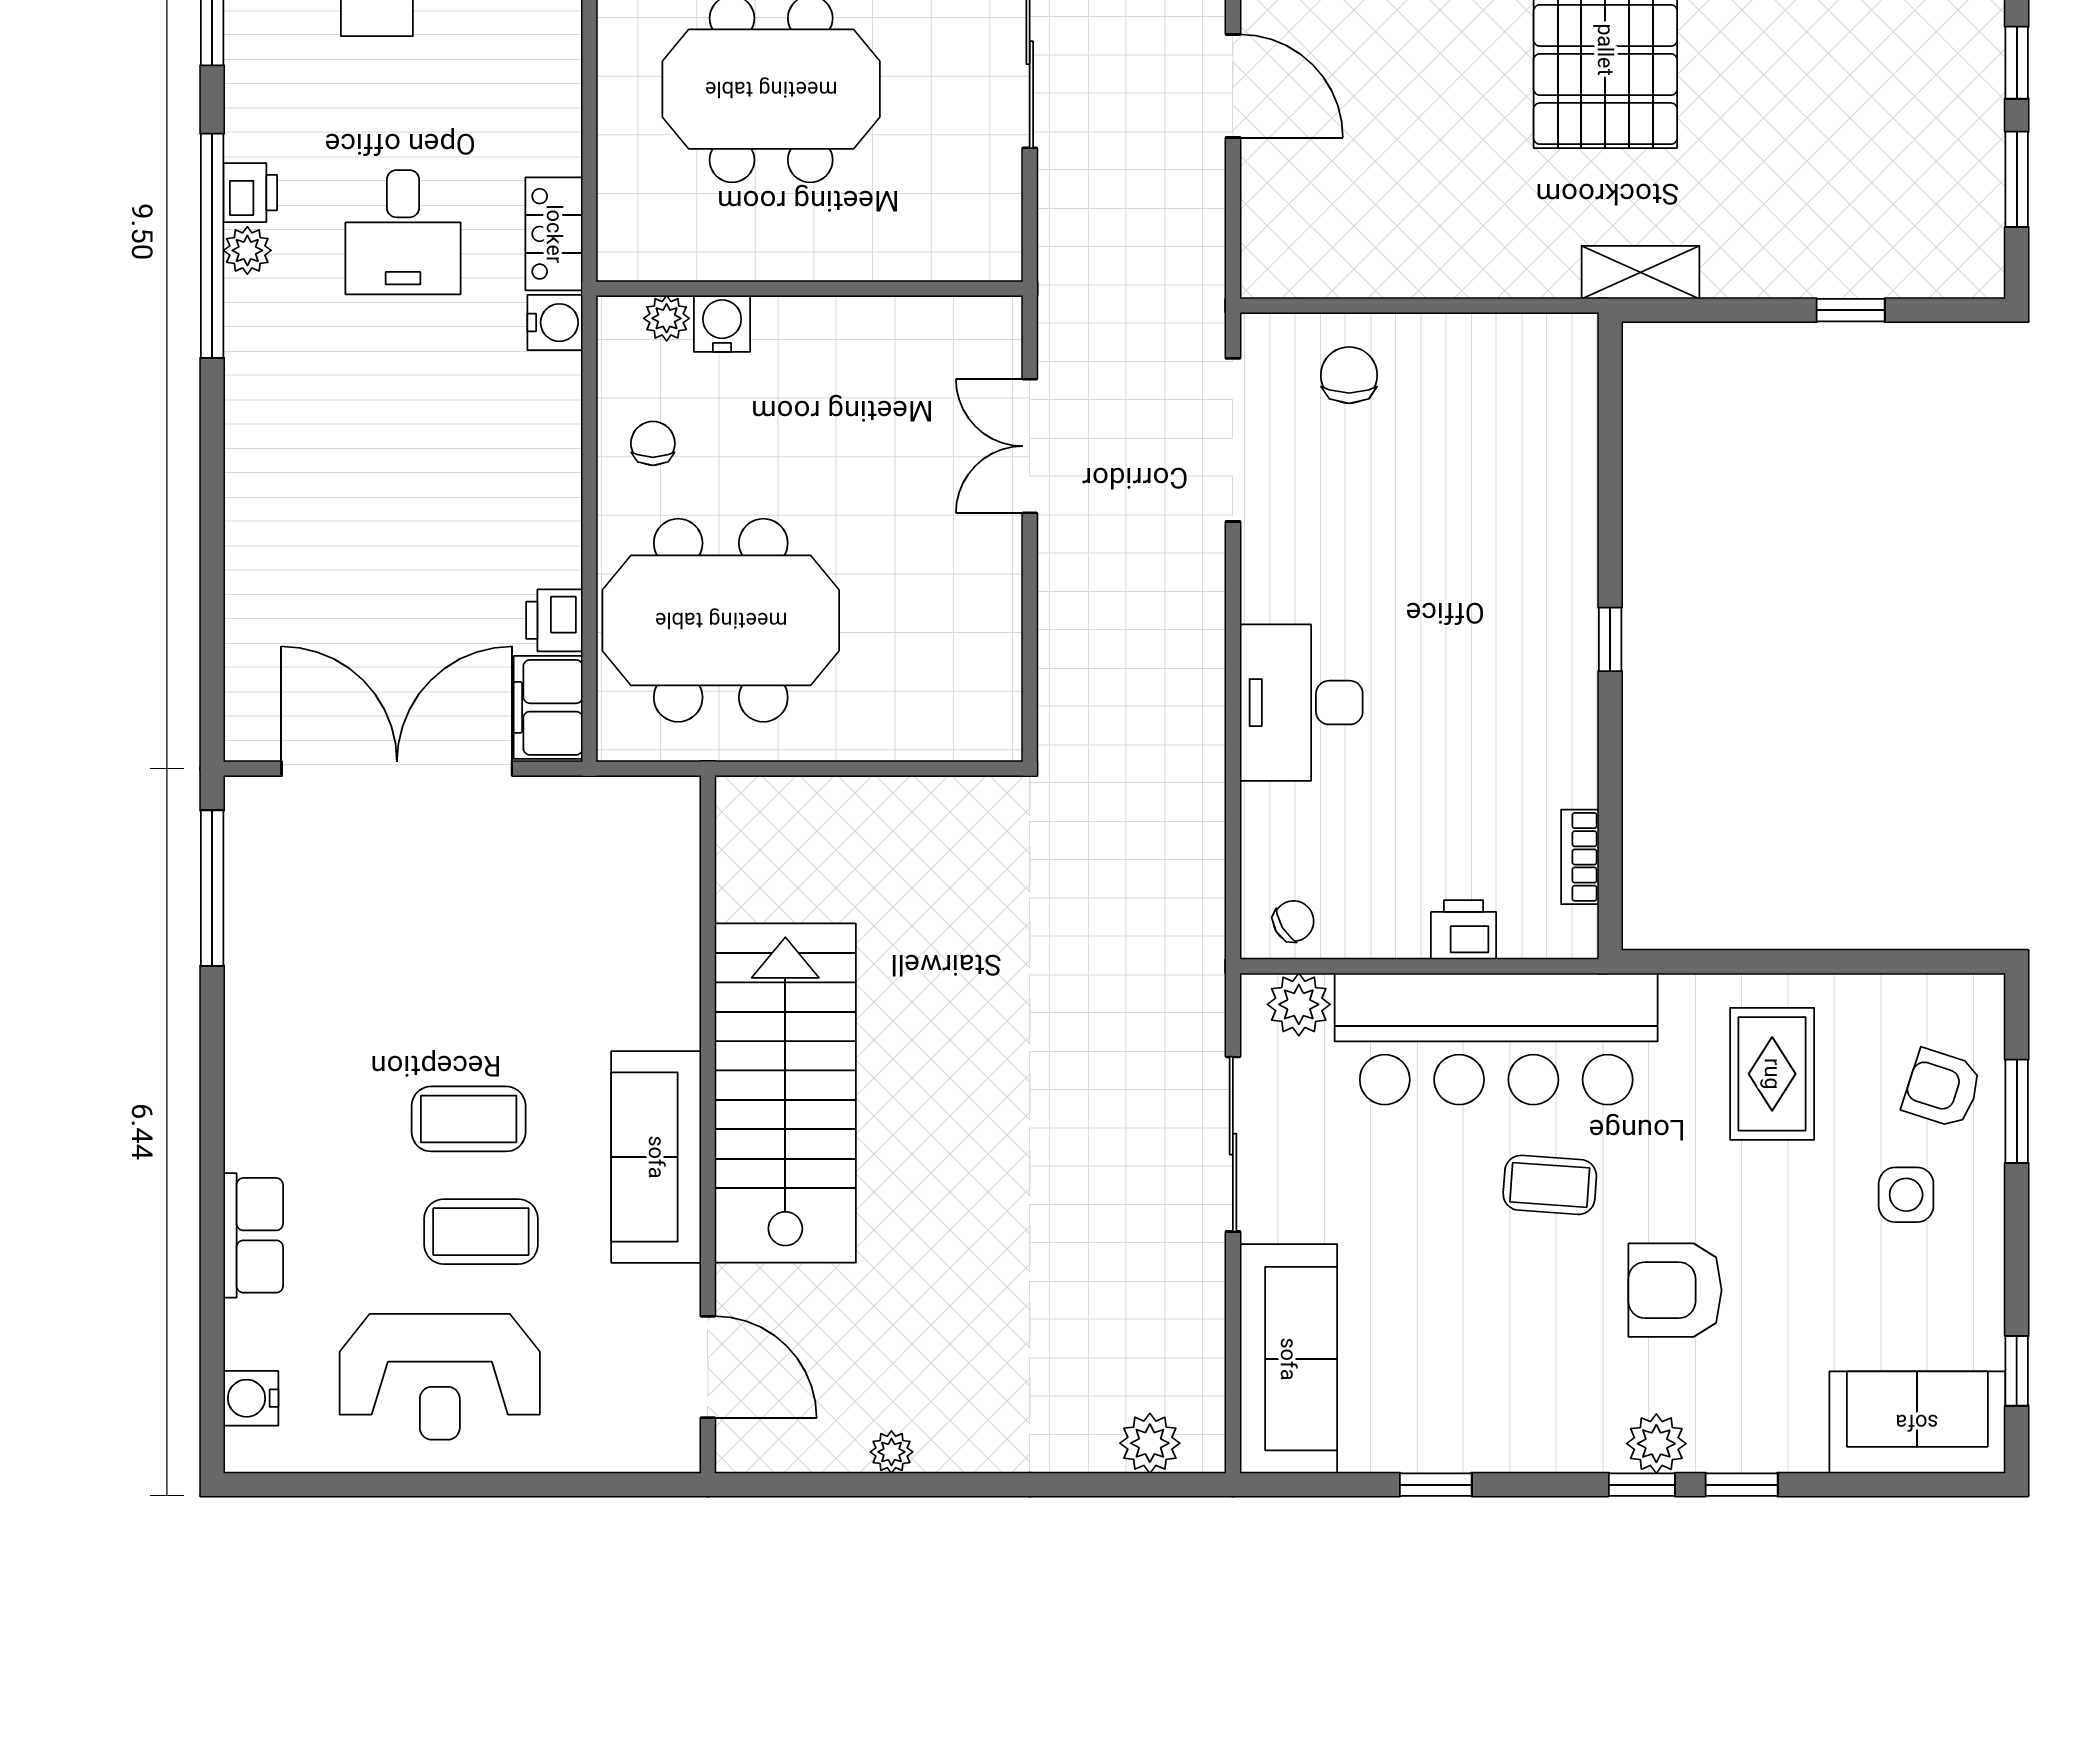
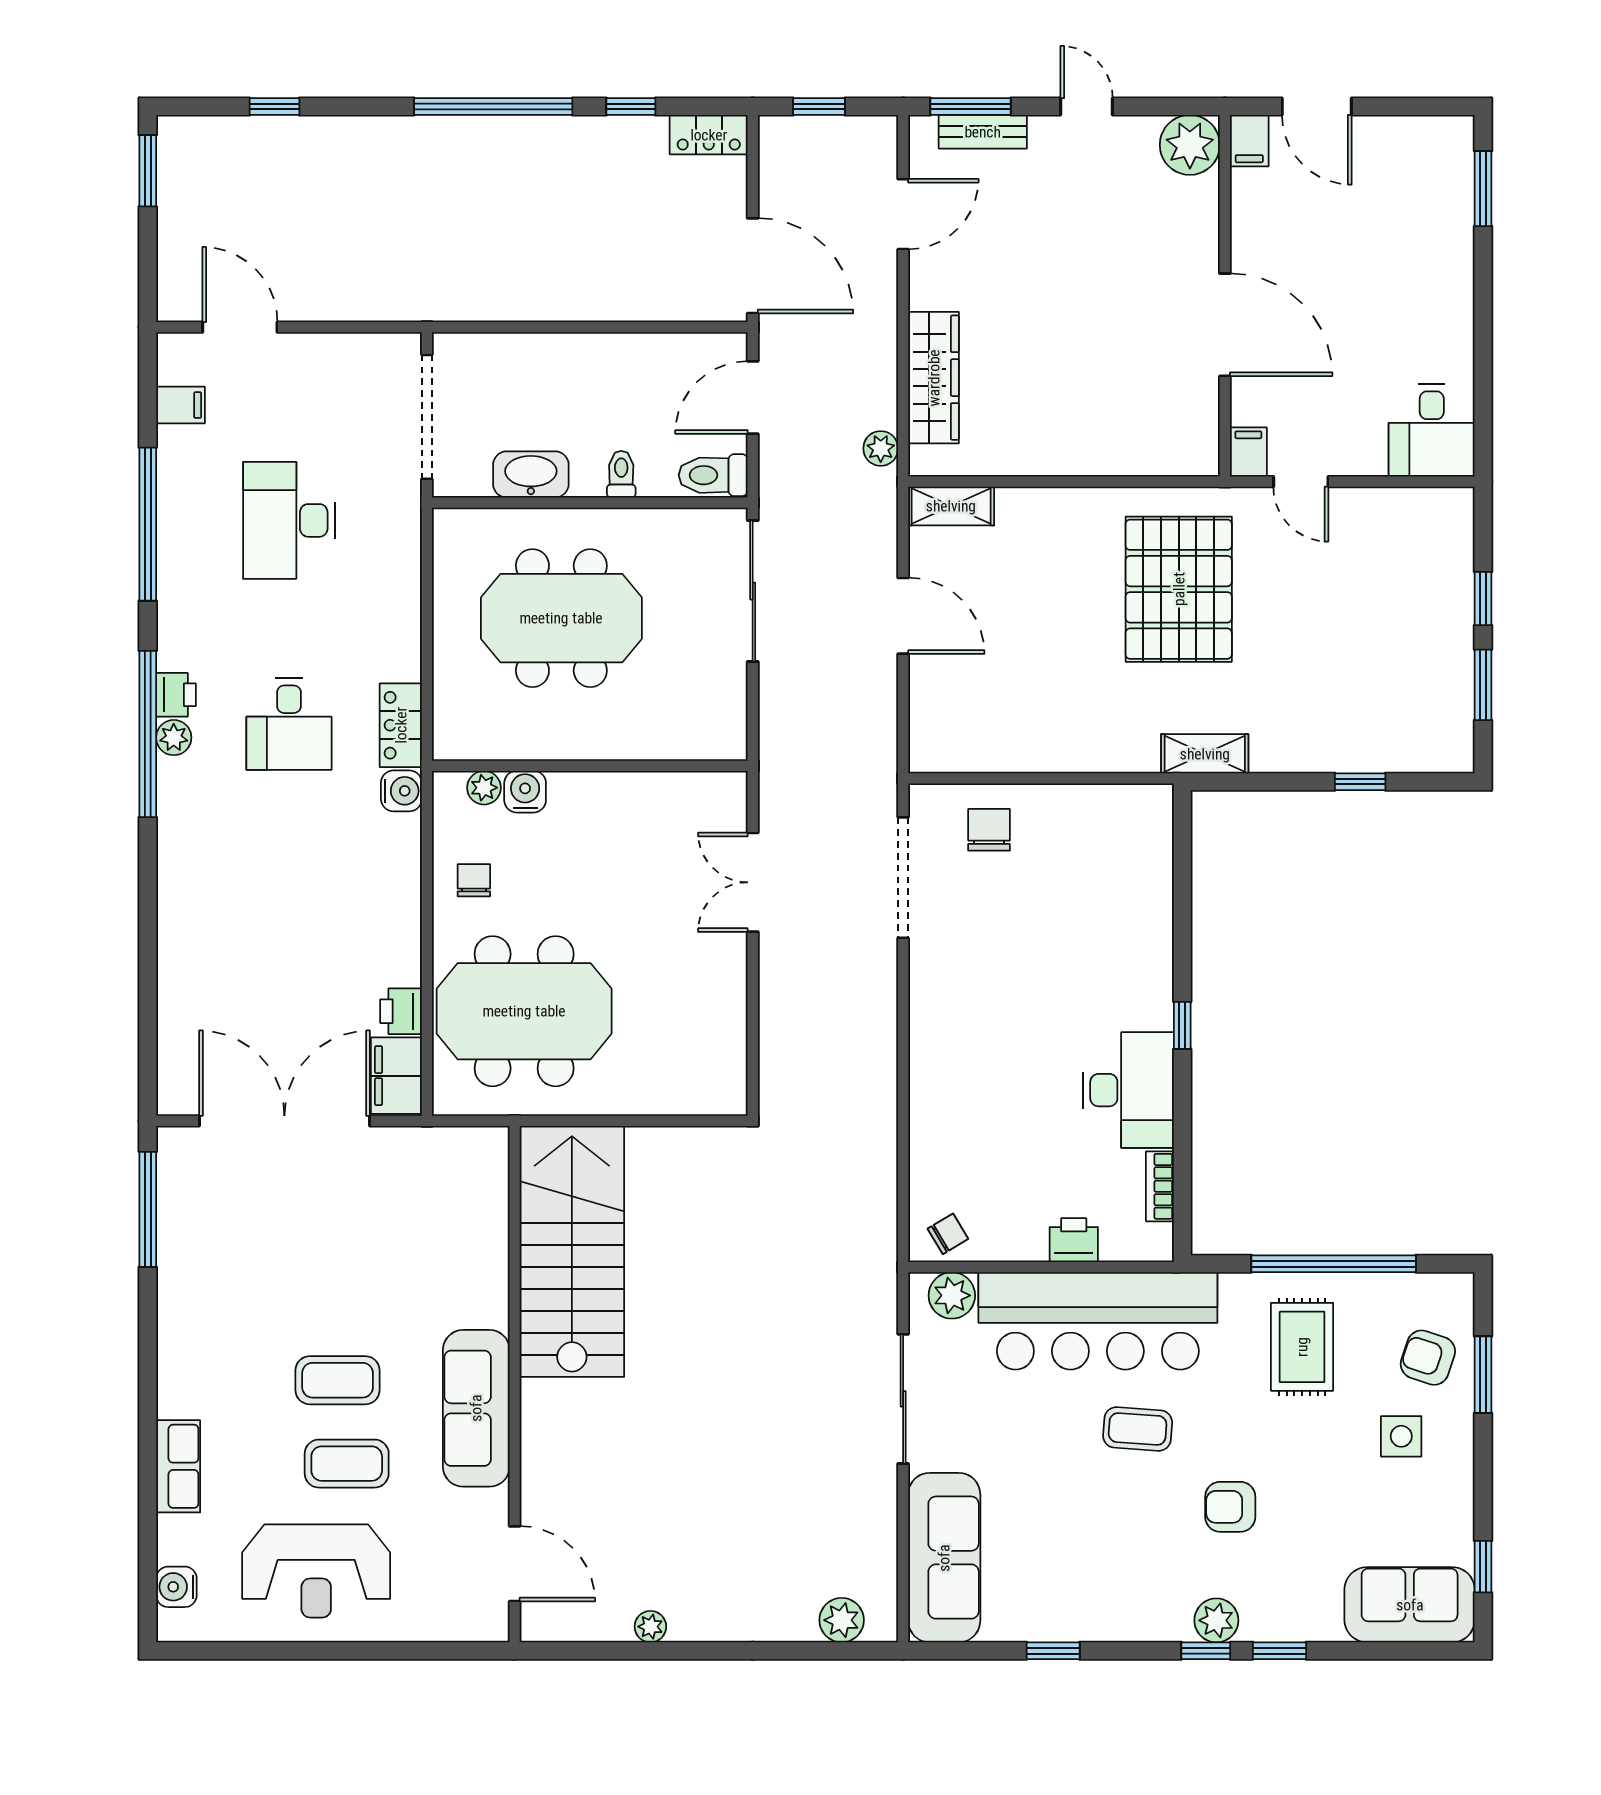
desk: (1301, 703) -> (1128, 1090), moved, turned 180
window: (1815, 962) -> (1334, 1264), added
stairs: (785, 1093) -> (572, 1251), moved
armchair: (1675, 1290) -> (1230, 1507), width x0.72, depth x0.72

